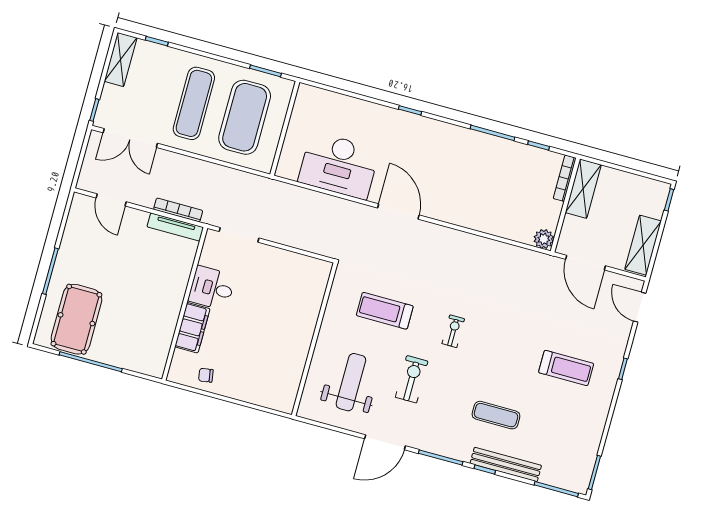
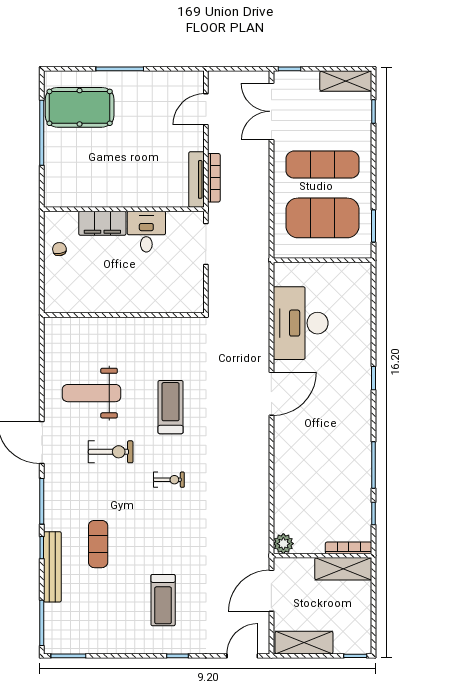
wall: (315, 339) -> (124, 315), moved
weight bench: (351, 382) -> (92, 393), turned 180

